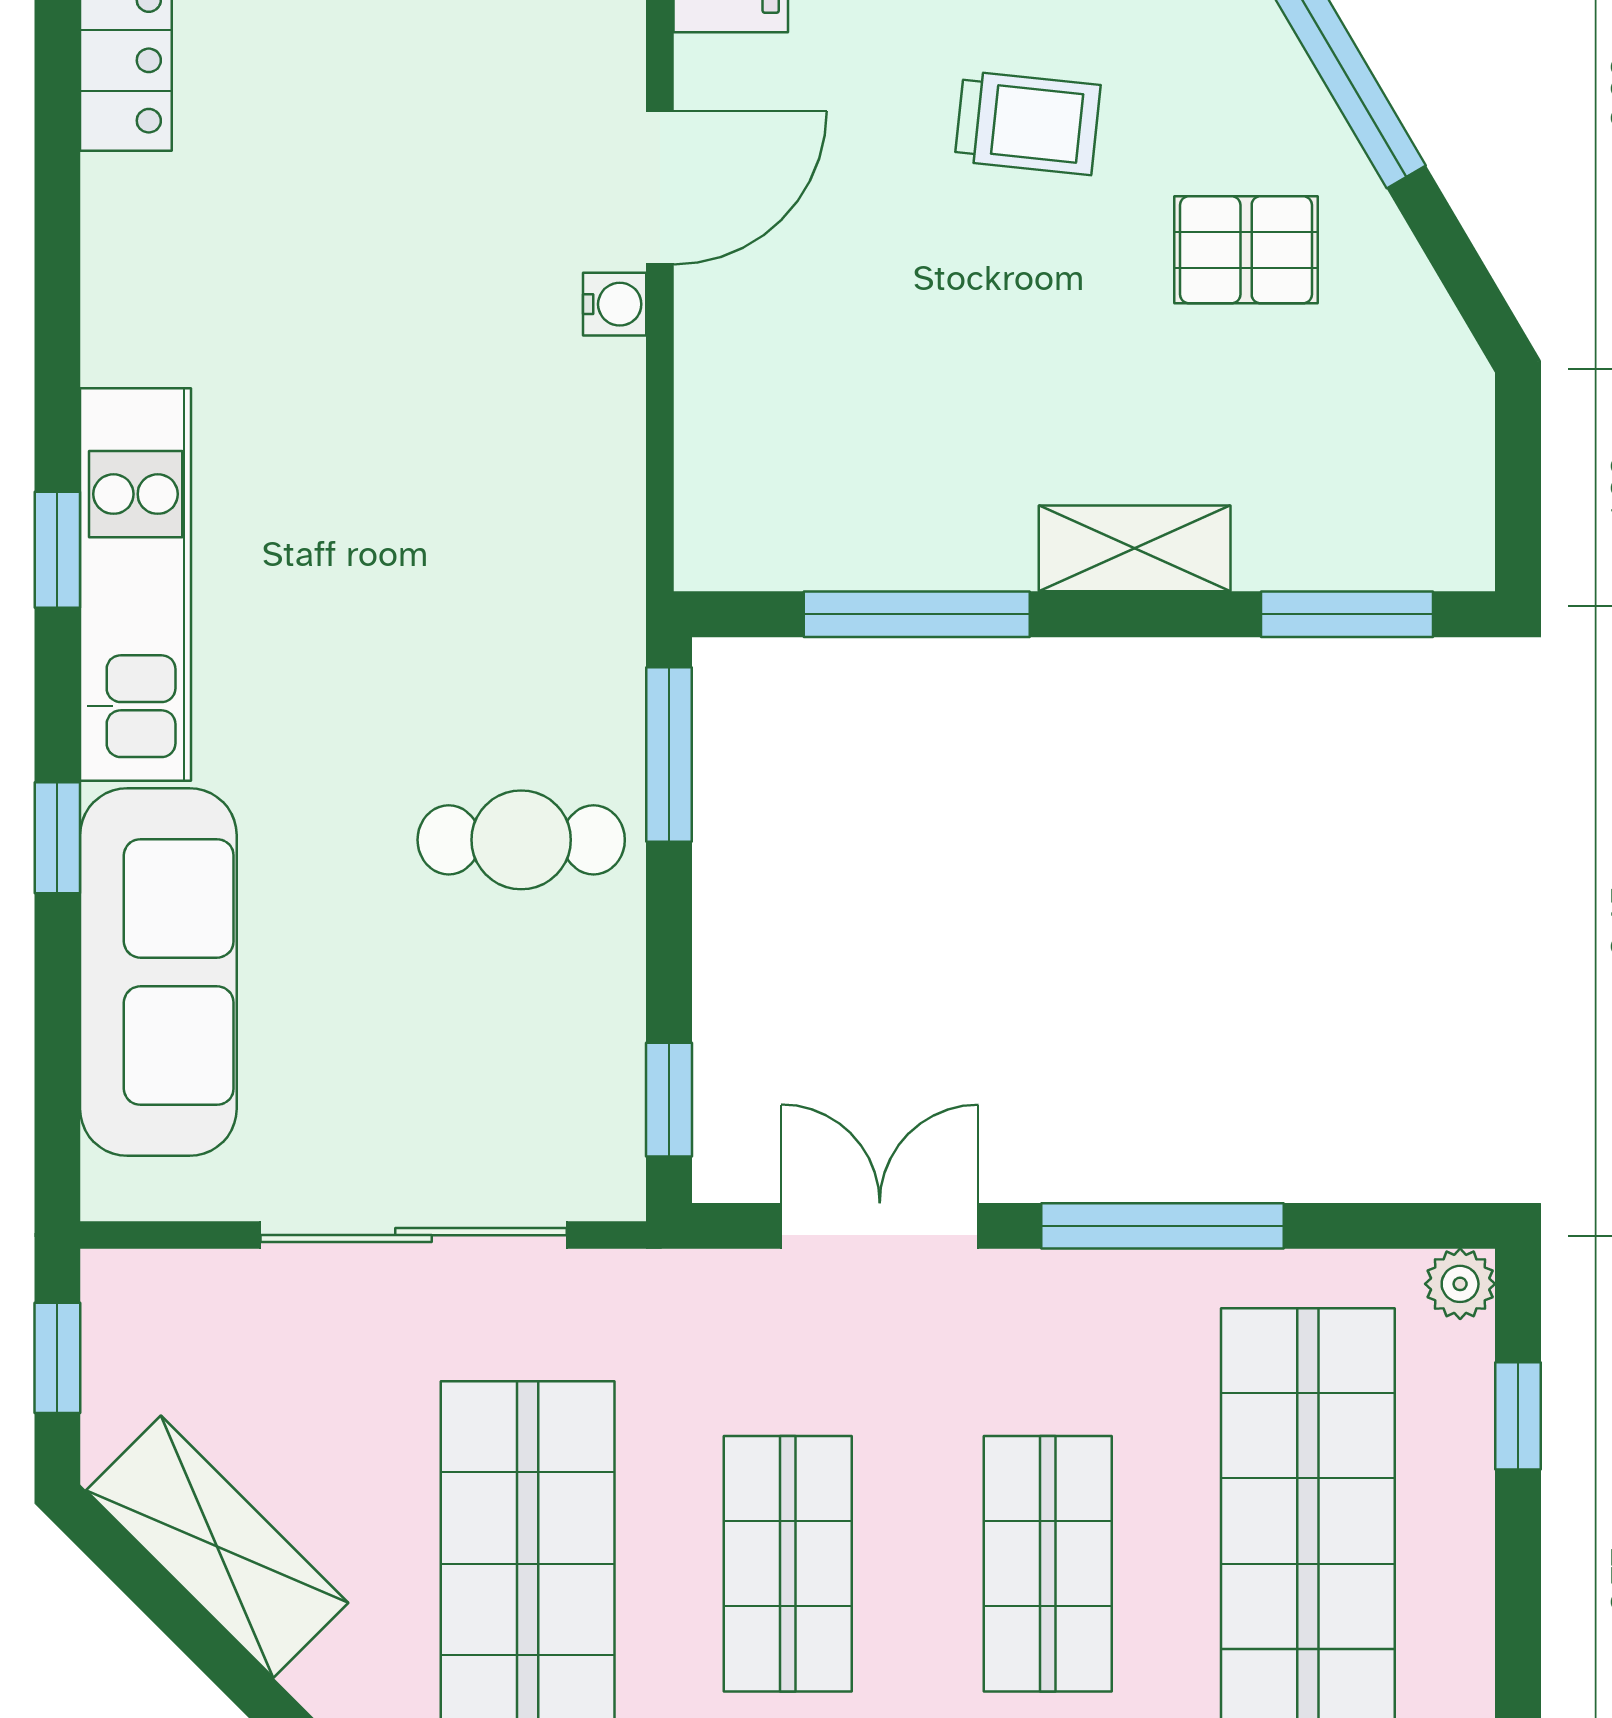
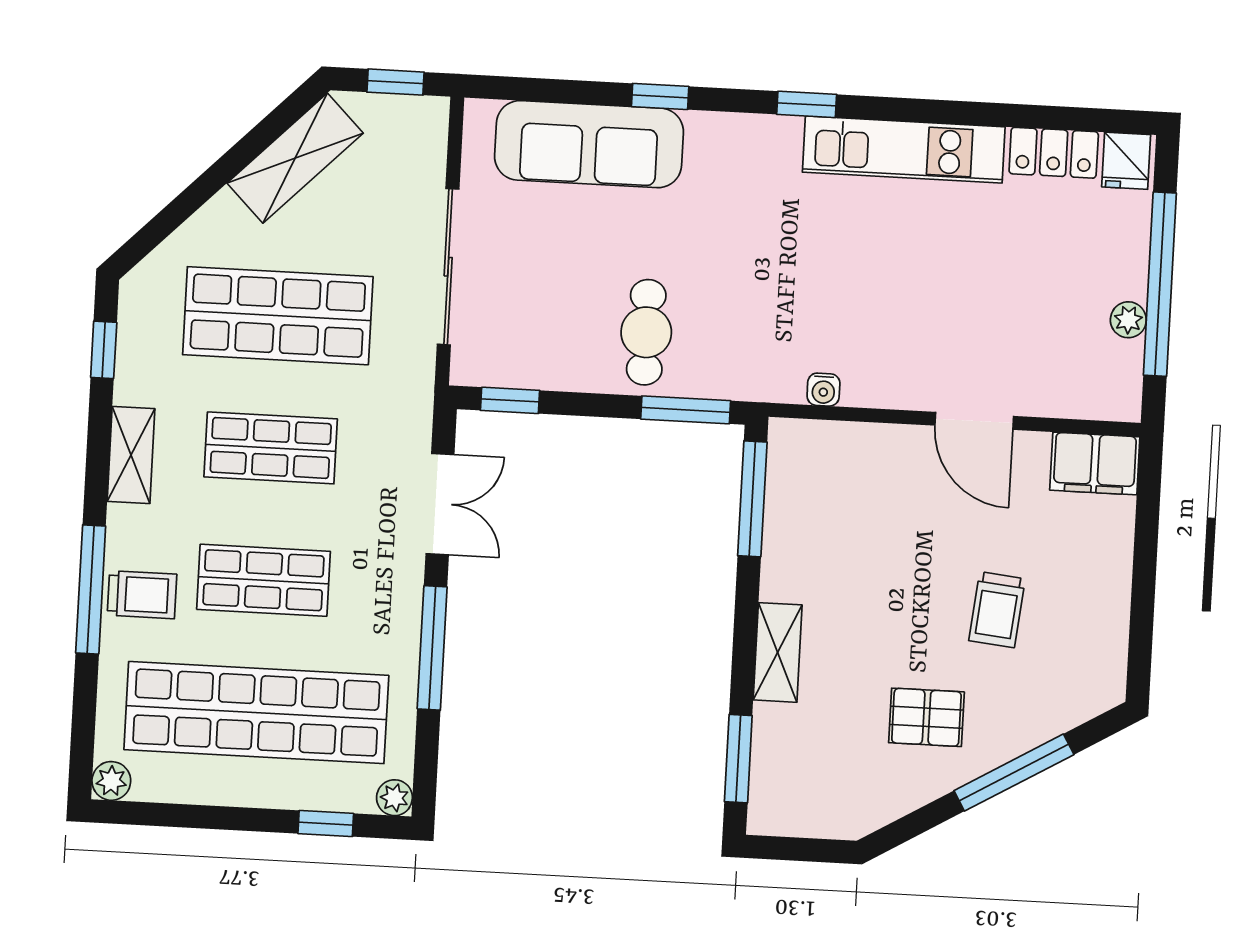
pallet: (1246, 250) -> (926, 717), turned 90
water cooler: (615, 304) -> (823, 390), moved
kitchen unit: (136, 584) -> (904, 150), moved
window: (917, 614) -> (752, 499), moved

